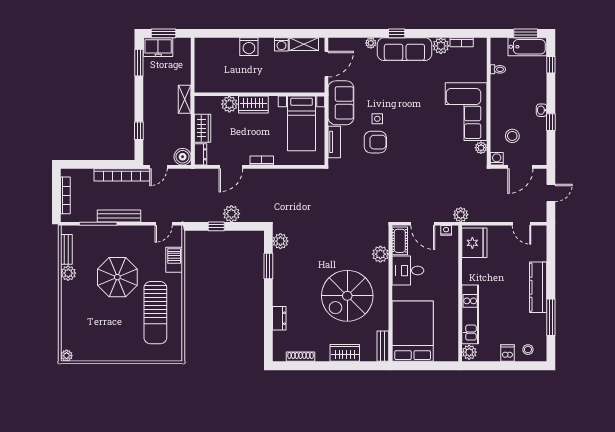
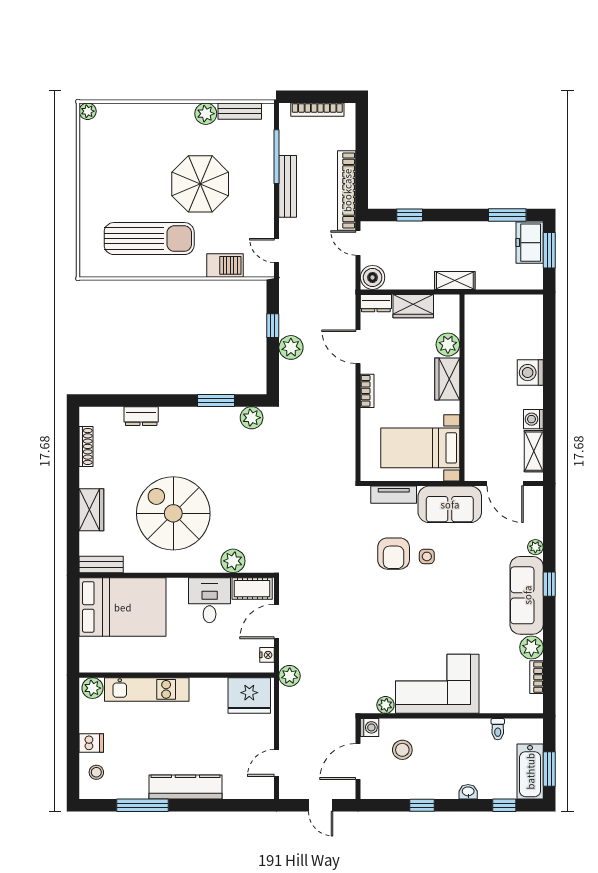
washbasin: (542, 110) -> (468, 792), moved
door: (520, 167) -> (358, 761), hinge flipped
sun lounger: (155, 313) -> (149, 239), turned 180

